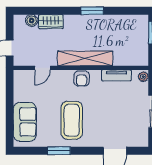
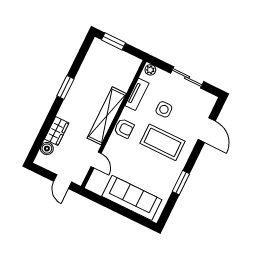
side table: (115, 105) -> (164, 109), added
coffee table: (72, 120) -> (162, 142), moved
sofa: (25, 122) -> (132, 198), width x1.36

